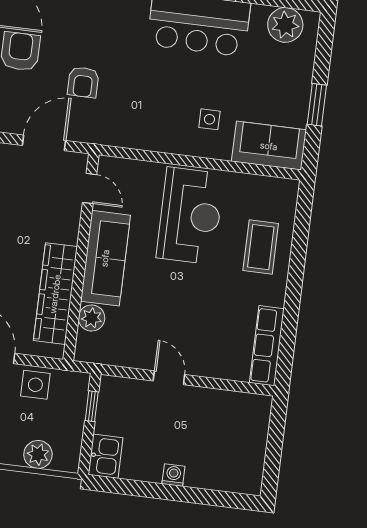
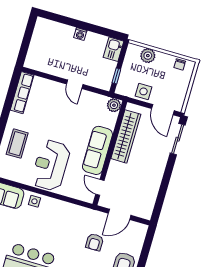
armchair: (83, 82) -> (95, 242), turned 180
side table: (209, 119) -> (34, 201), moved
plant: (92, 318) -> (114, 105), moved

